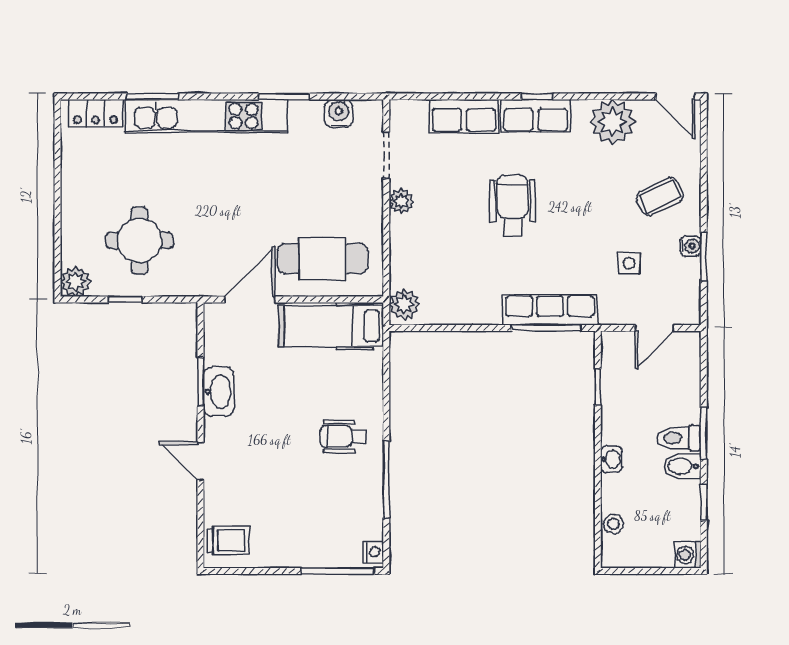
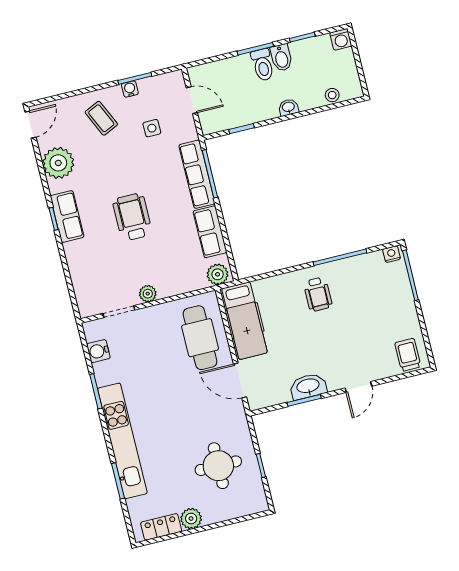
locker: (96, 113) -> (161, 527), moved, turned -90
row of seats: (464, 116) -> (210, 232), moved, turned 180
wheelchair: (513, 206) -> (132, 217), turned 91
plant: (75, 282) -> (191, 519), moved

